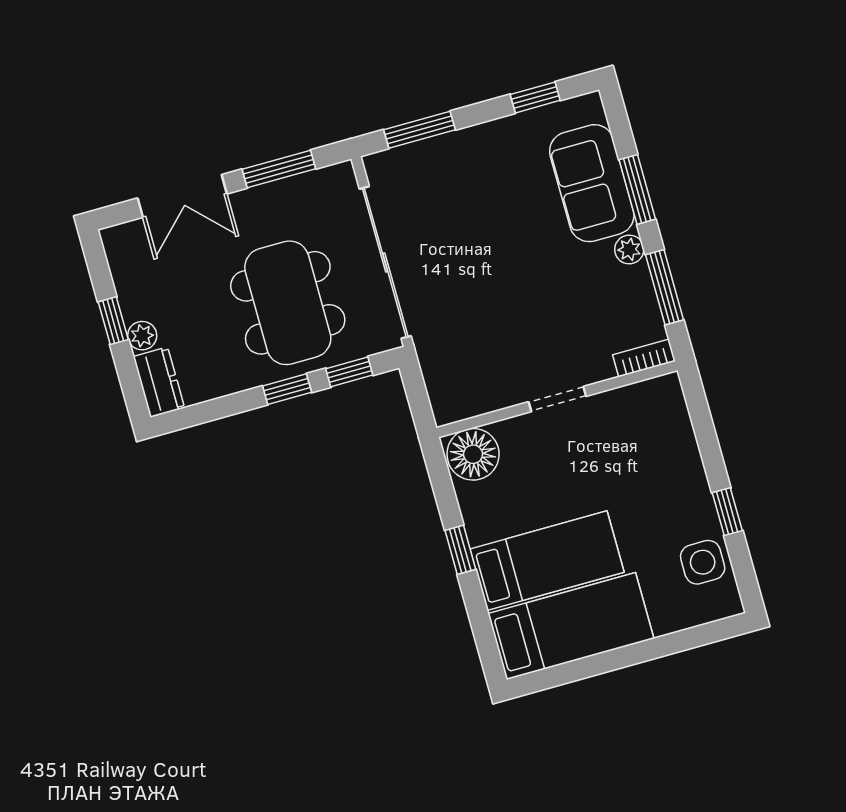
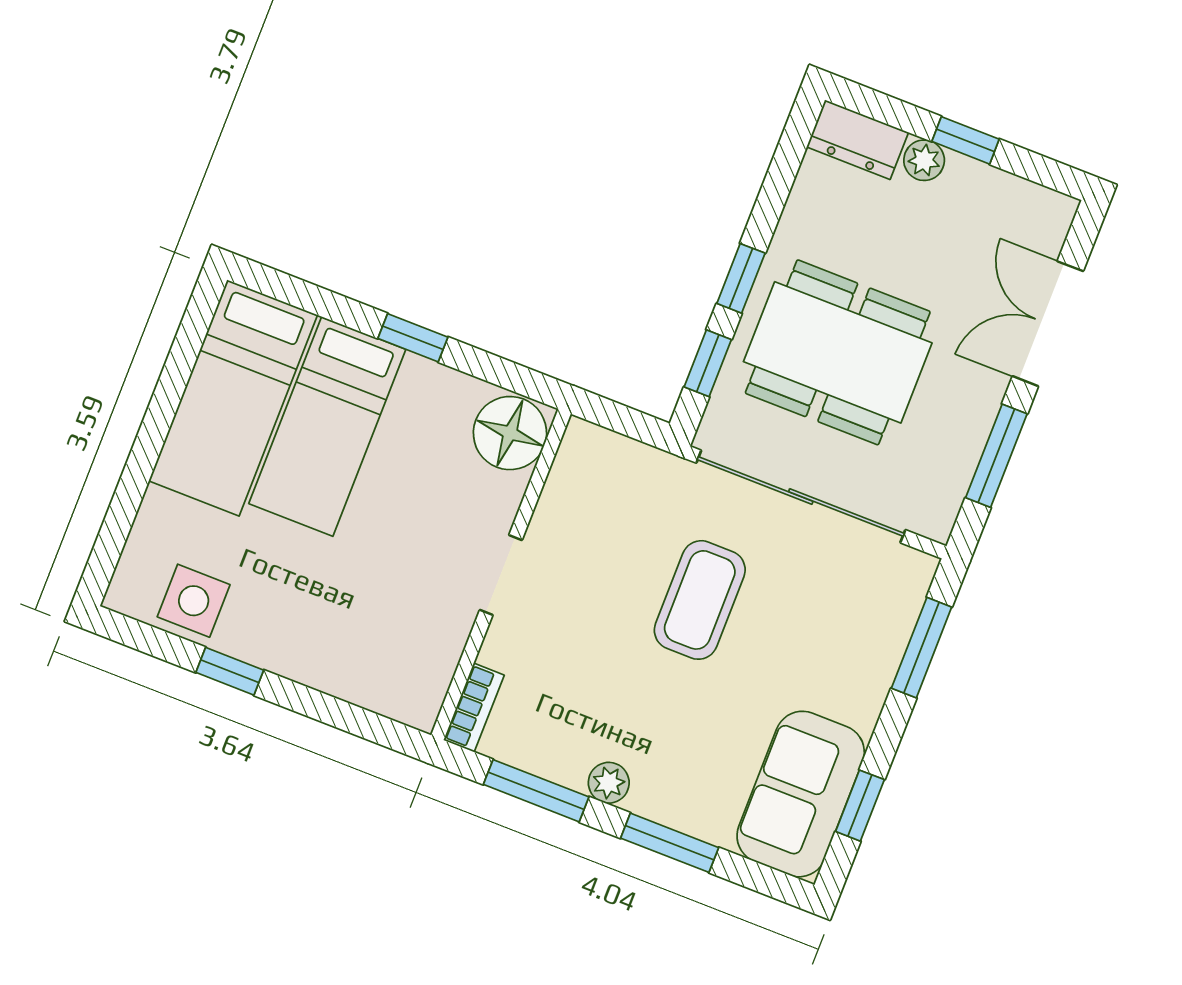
sofa: (592, 183) -> (801, 794), moved, turned -90
coffee table: (487, 276) -> (700, 600), added

